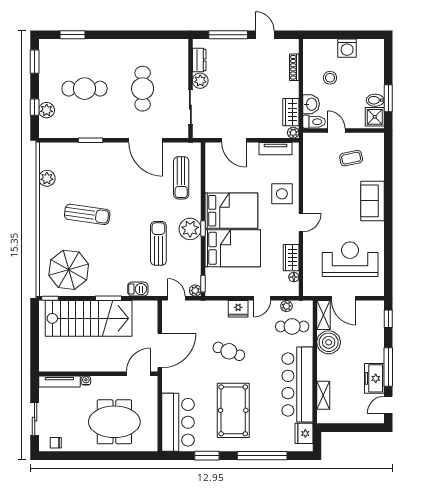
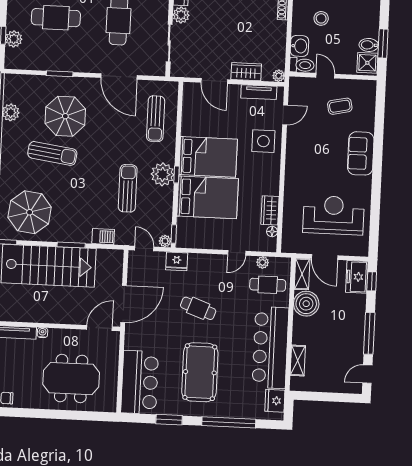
wardrobe: (291, 112) -> (246, 72), moved, turned 90
parasol: (98, 179) -> (65, 116), added
door: (301, 223) -> (285, 115), moved
fridge: (238, 309) -> (177, 261), moved
freezer: (374, 378) -> (357, 277), moved

